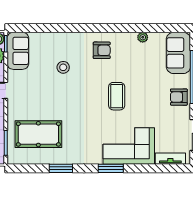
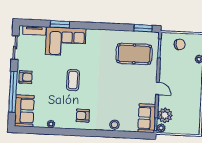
stool: (63, 67) -> (115, 125), moved
window: (61, 168) -> (143, 28), moved
window: (111, 168) -> (60, 24), moved

